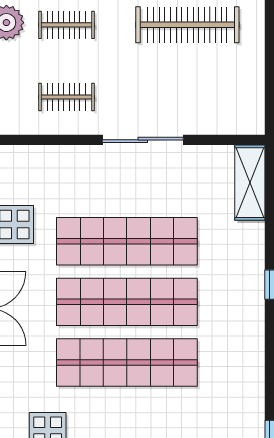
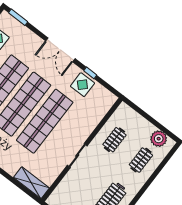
sliding door: (143, 140) -> (77, 156), width x0.73

